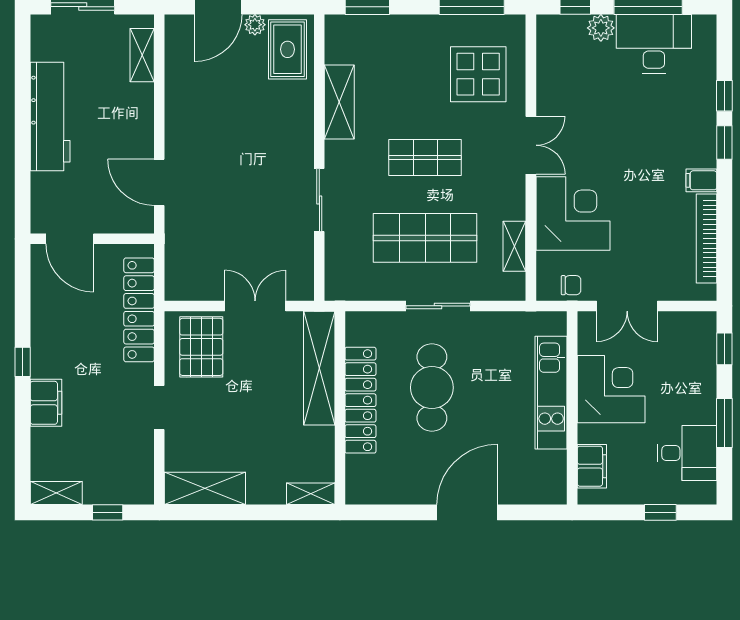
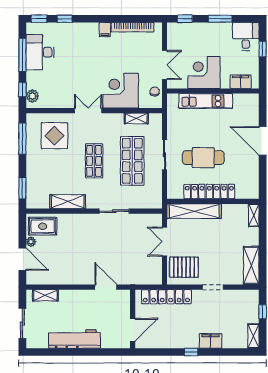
plant: (601, 28) -> (32, 96), moved
window: (724, 142) -> (39, 19), moved
door: (159, 182) -> (106, 287), swing flipped
desk: (687, 453) -> (246, 36), moved

